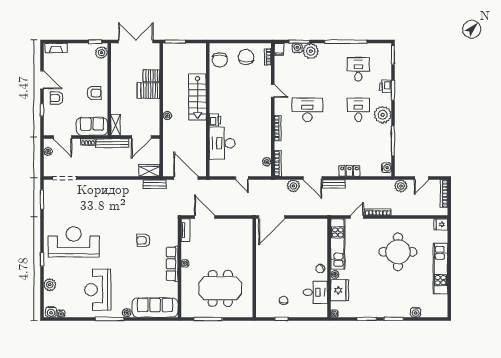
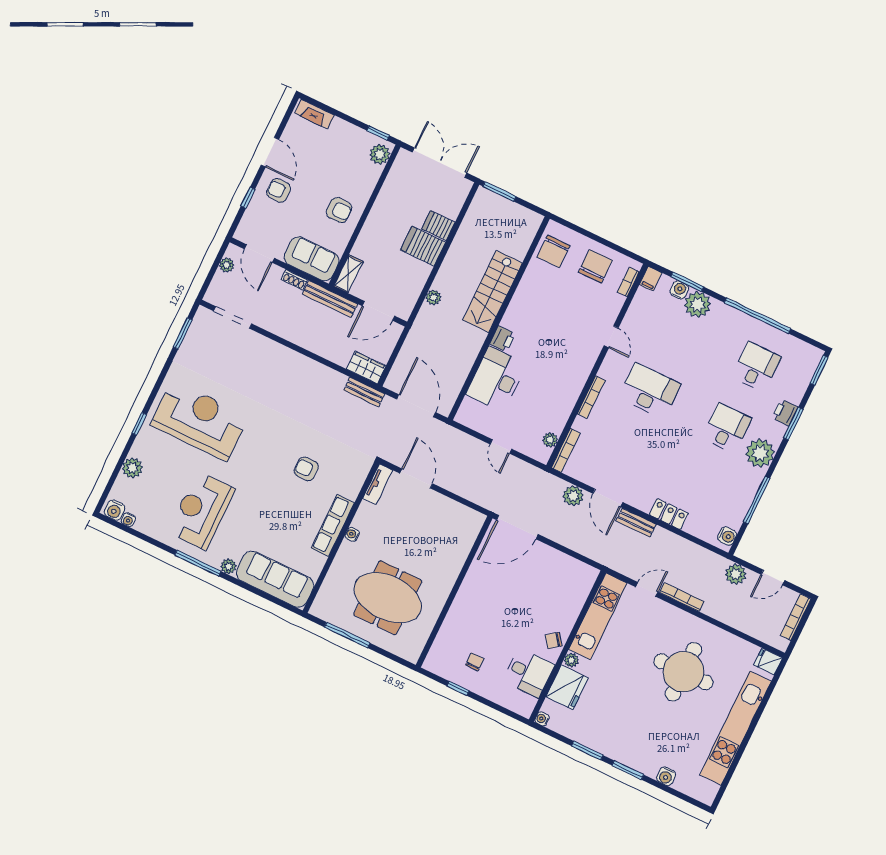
kitchen unit: (440, 268) -> (736, 728), width x1.36

